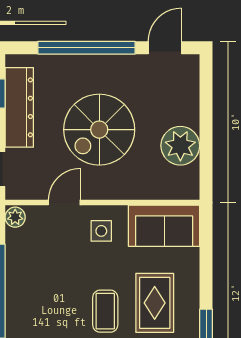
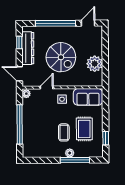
spiral stairs: (99, 130) -> (61, 57), turned -90

